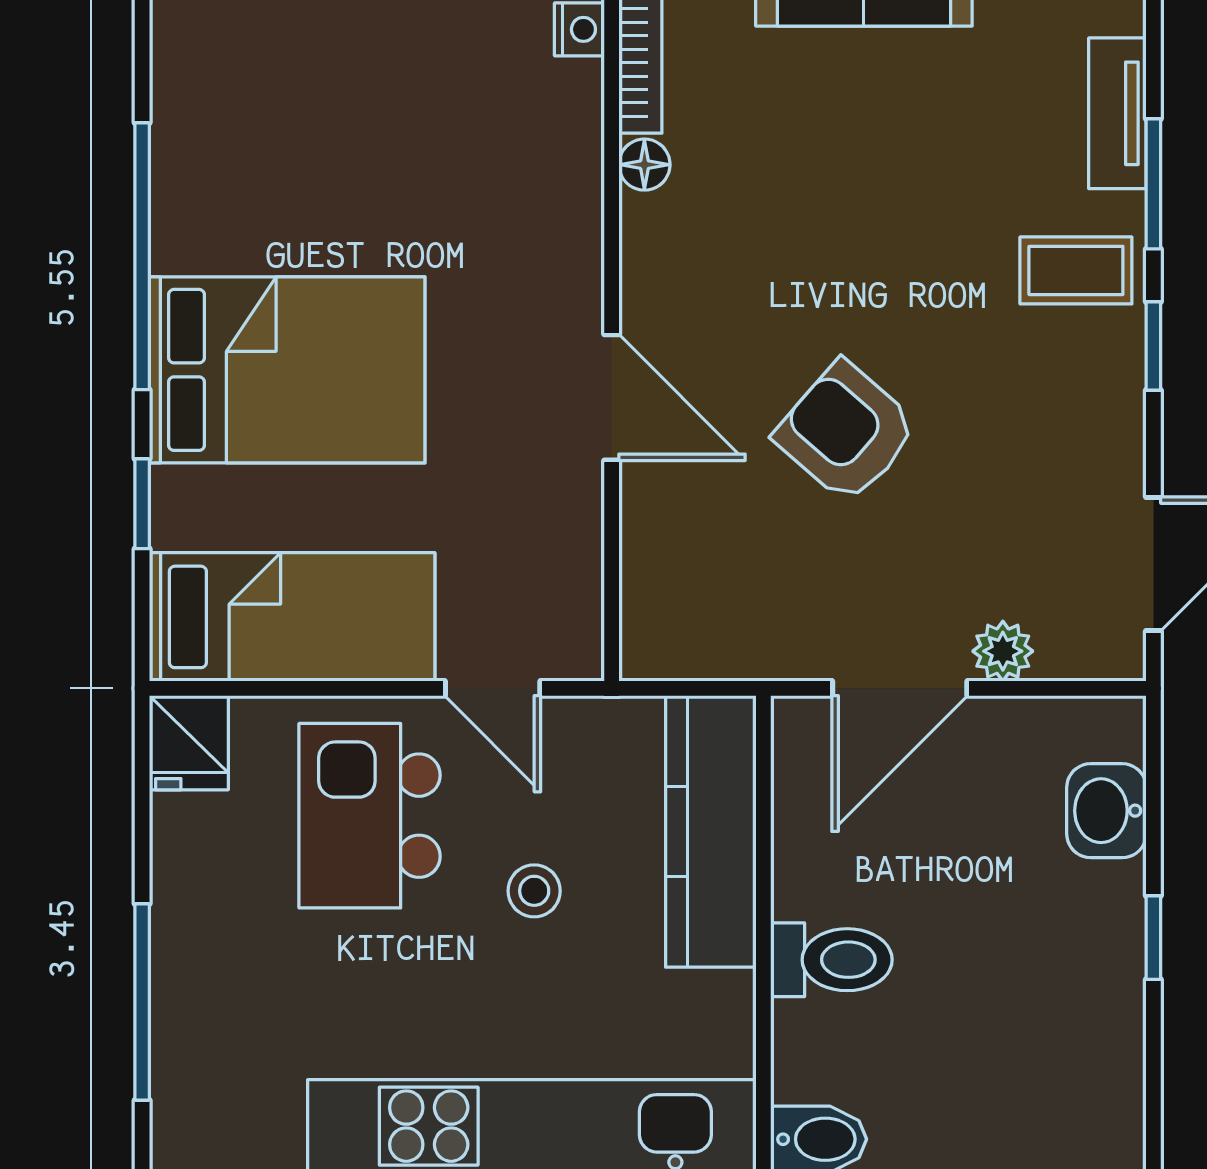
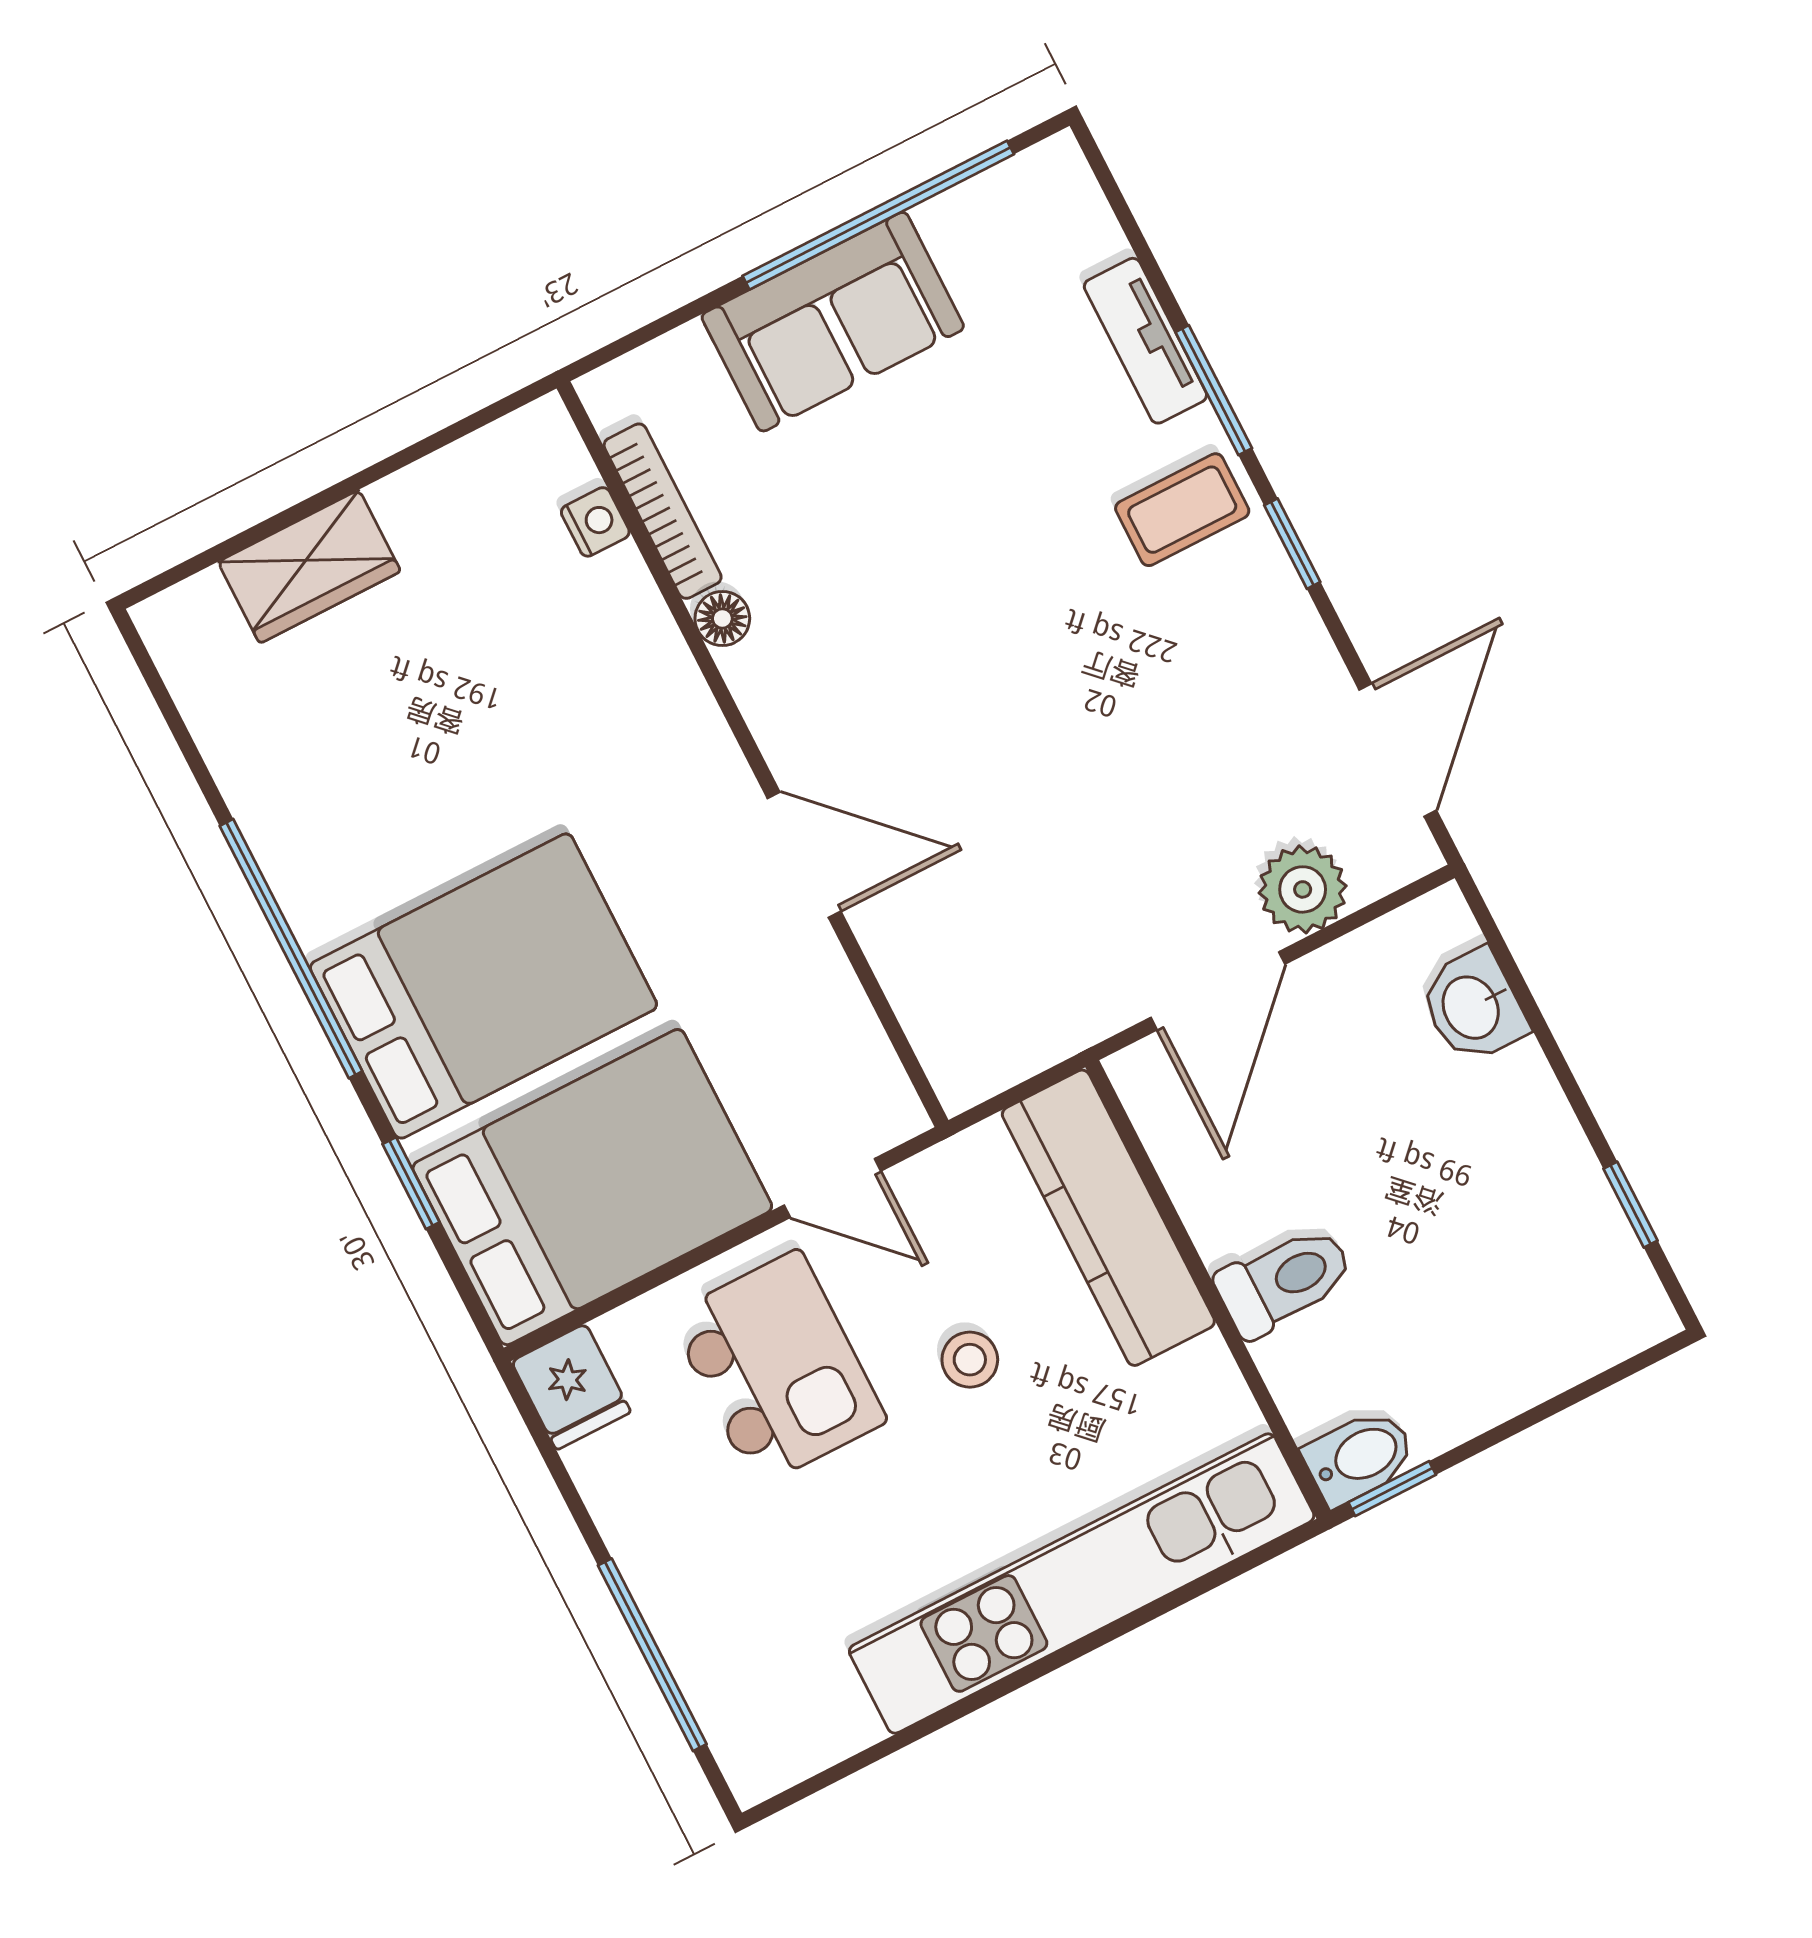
armchair: (846, 432) -> (1043, 774), removed
bed: (292, 617) -> (592, 1187), width x1.50
plant: (1003, 651) -> (1303, 889), width x1.38, depth x1.38
kitchen island: (370, 816) -> (778, 1368), turned 180
window: (1153, 938) -> (1631, 1205), moved

